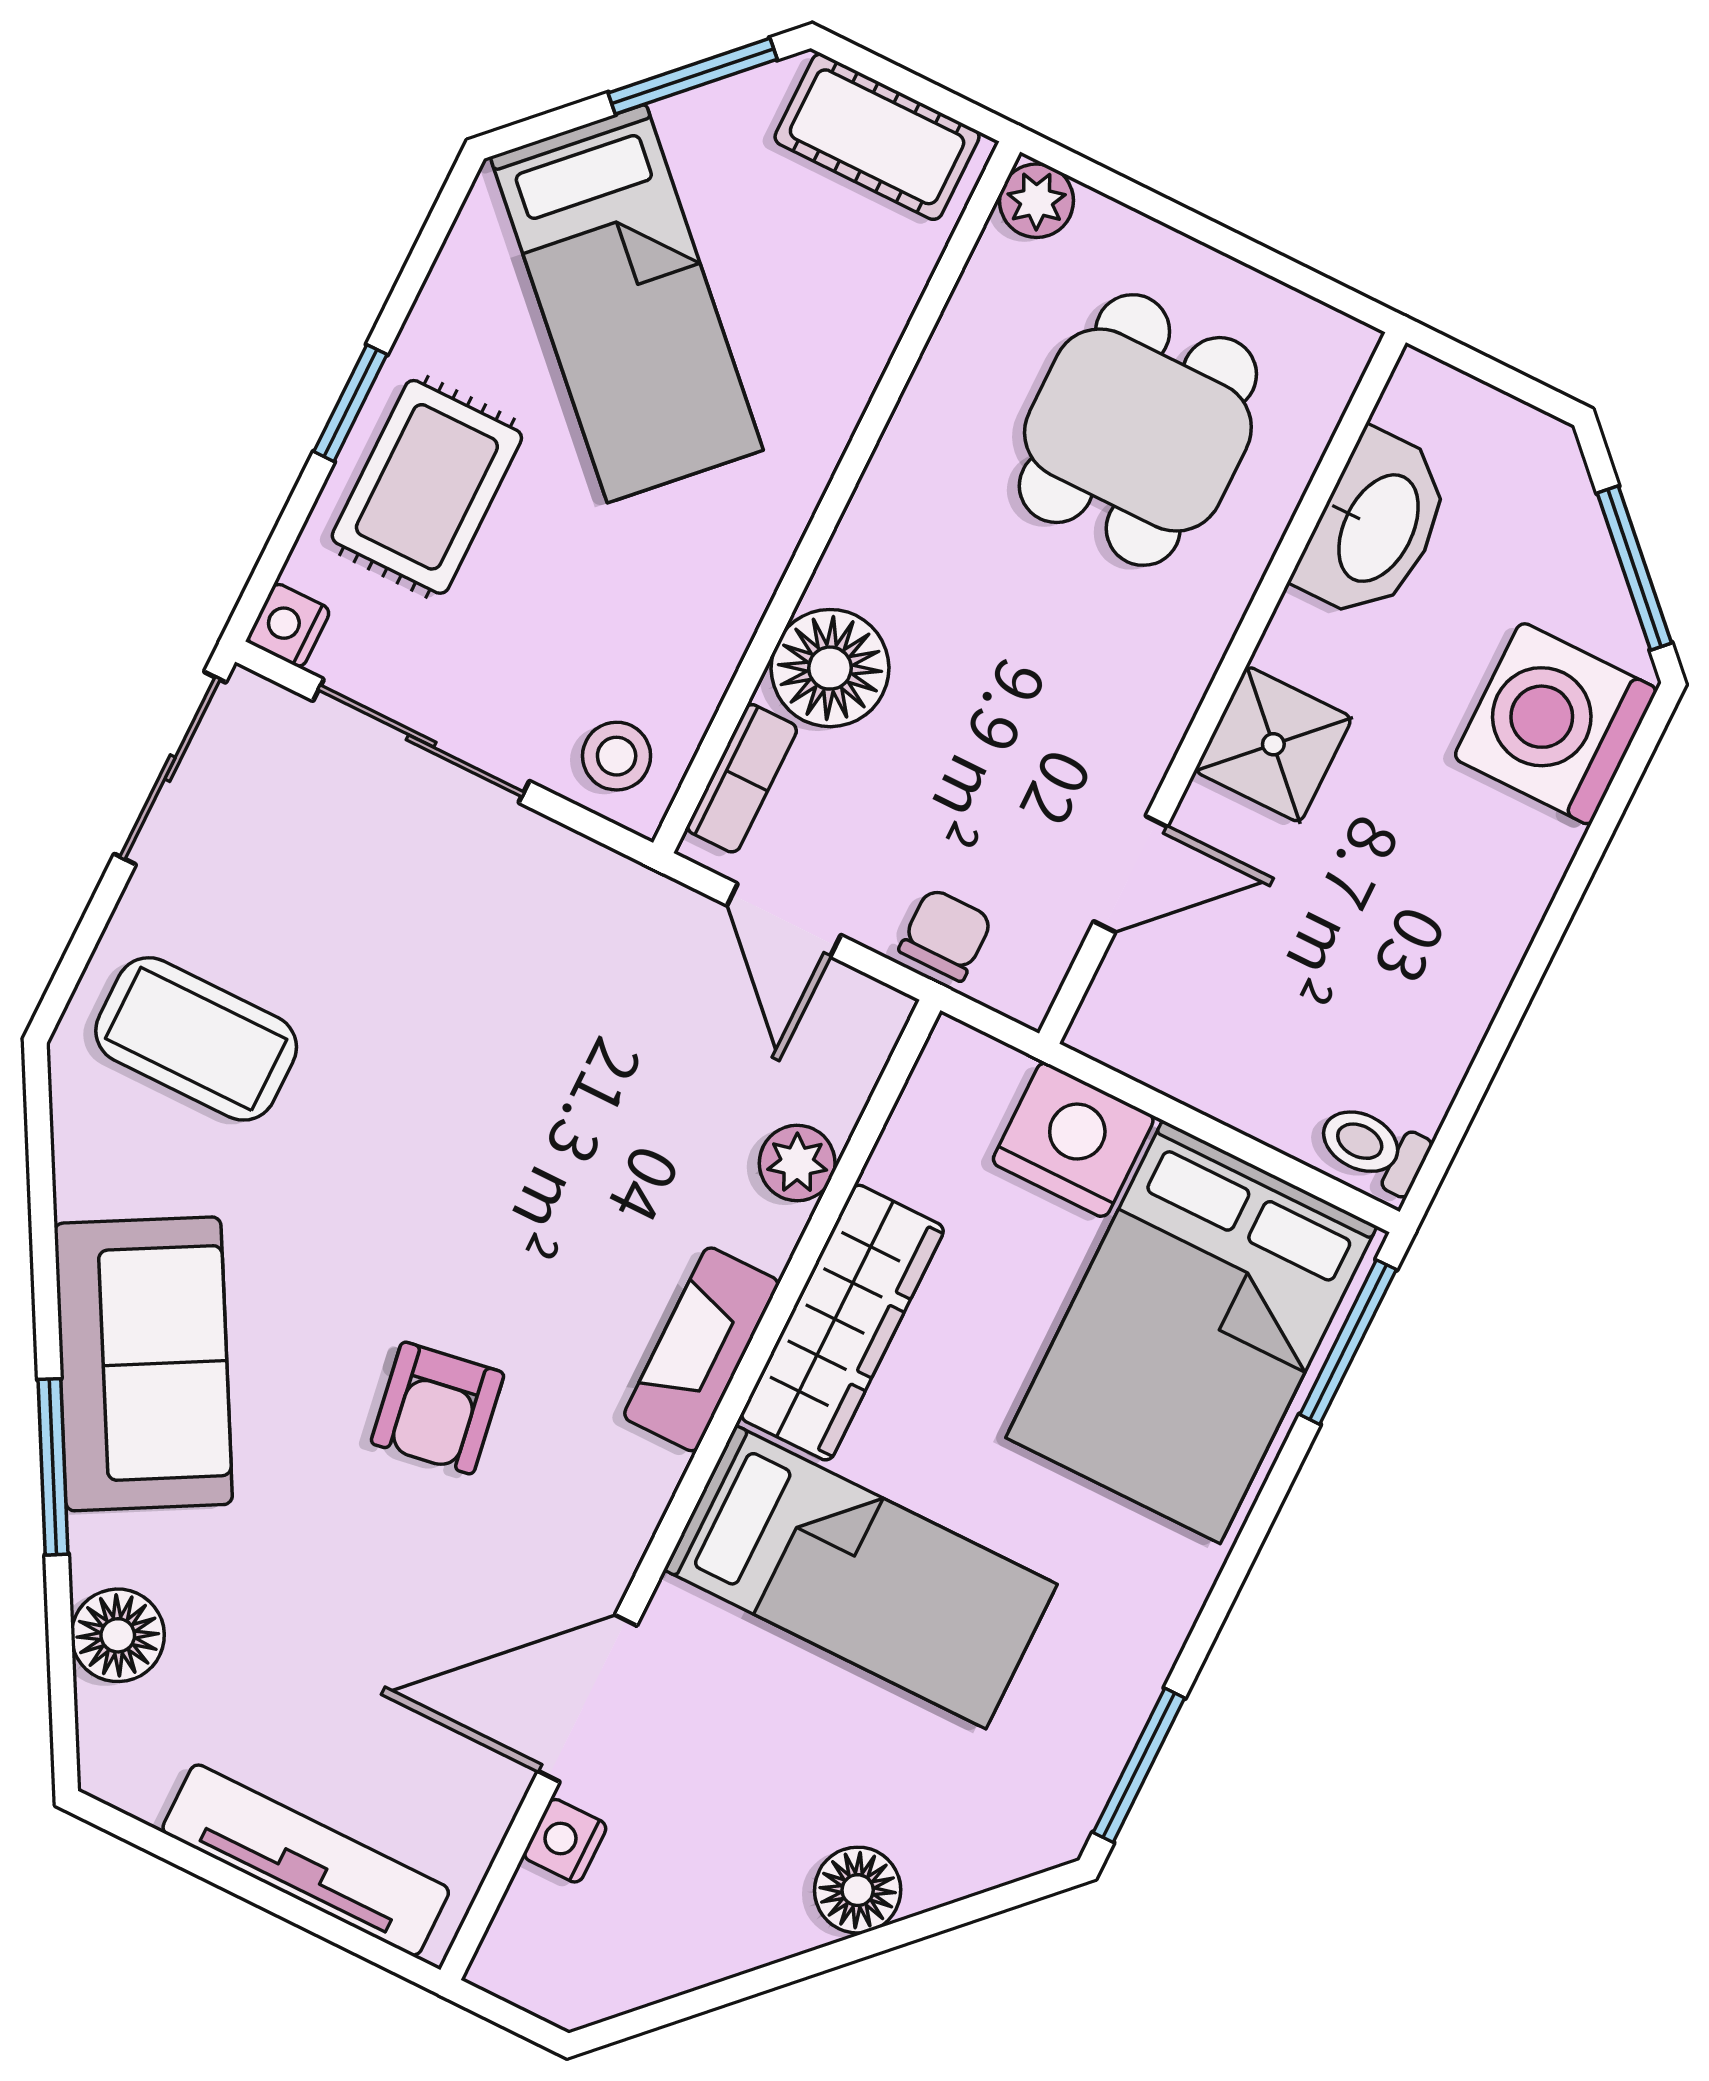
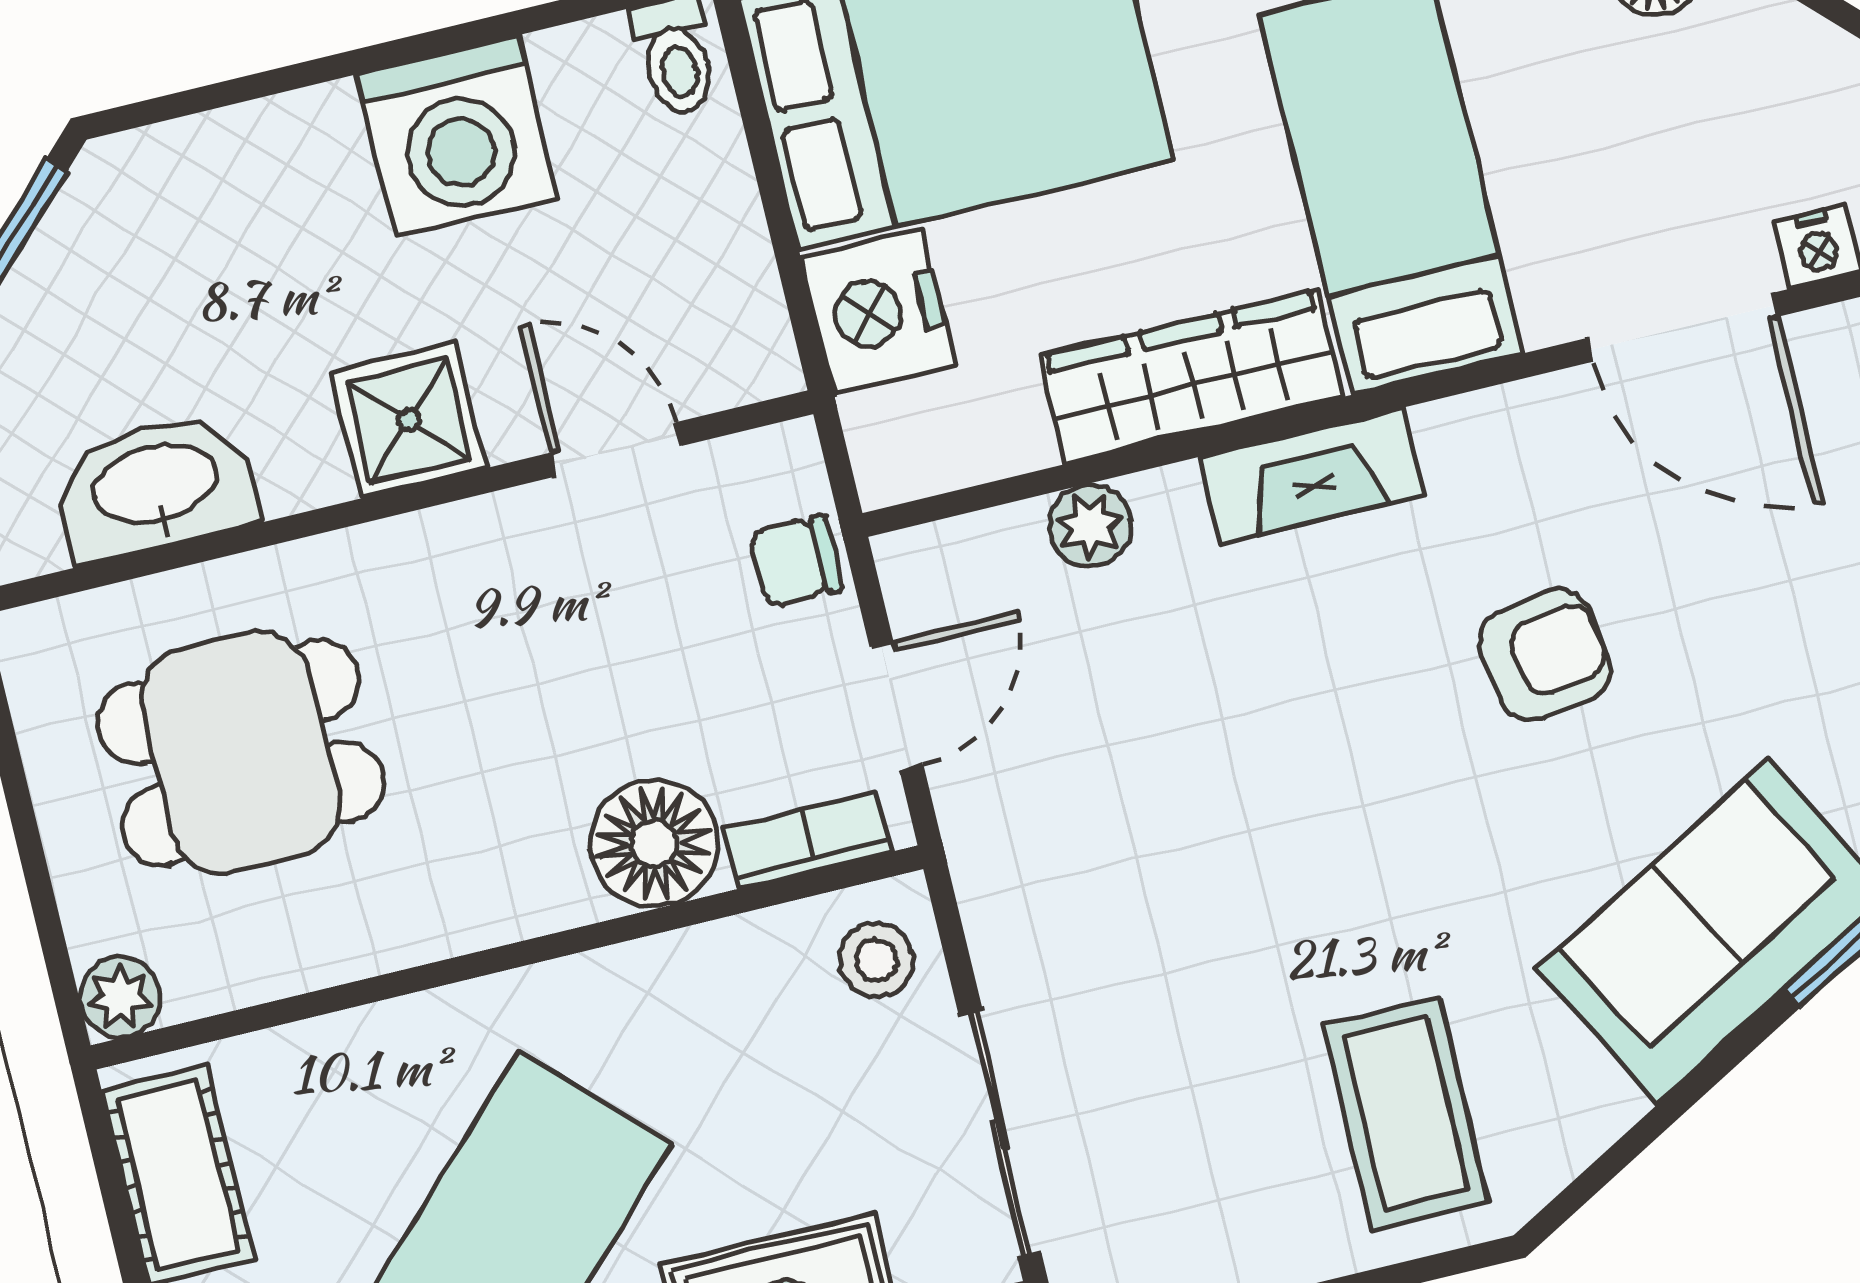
washing machine: (1556, 724) -> (457, 136), moved

